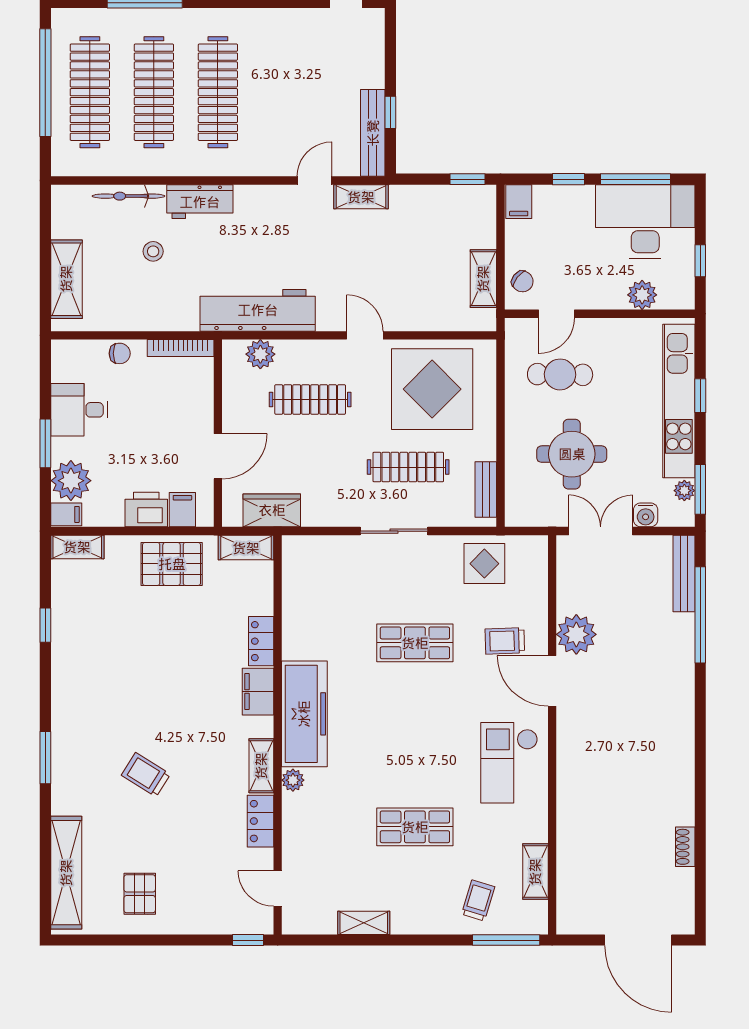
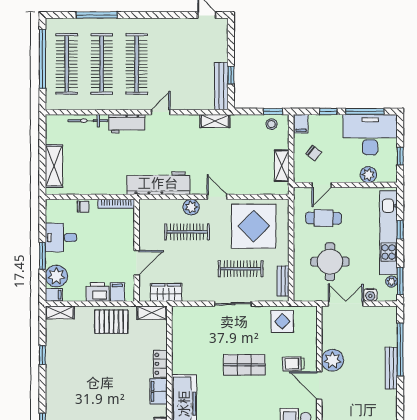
door: (315, 181) -> (161, 112), moved
stool: (153, 251) -> (272, 124), moved
chair: (522, 281) -> (314, 153), moved
plant: (260, 354) -> (191, 207), moved
bench: (684, 574) -> (391, 368), moved

